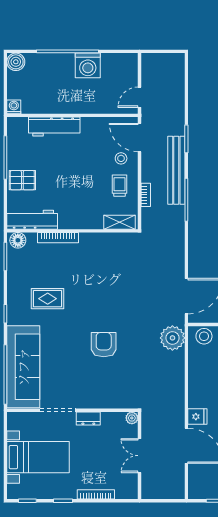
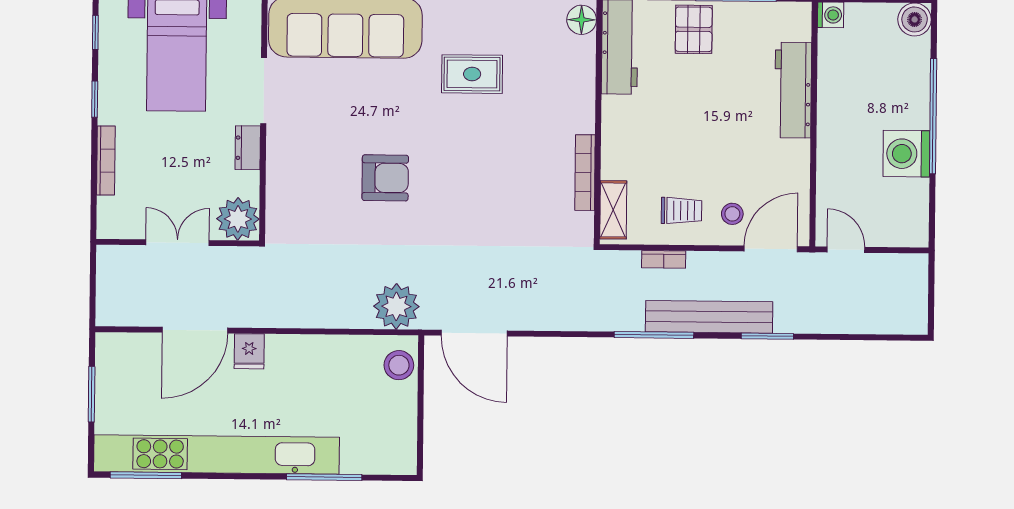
bookcase: (58, 238) -> (585, 173), moved
rug: (48, 299) -> (472, 74), turned 90
plant: (132, 418) -> (238, 219), width x1.88, depth x1.88

